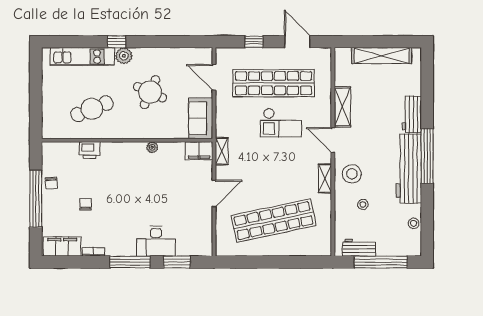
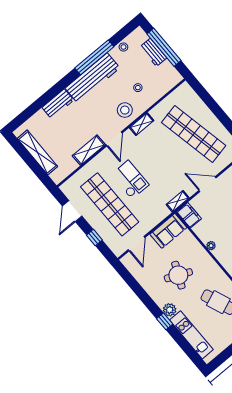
window: (427, 156) -> (94, 57), moved
workbench: (359, 248) -> (153, 52), moved

